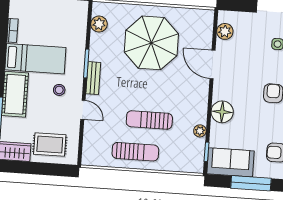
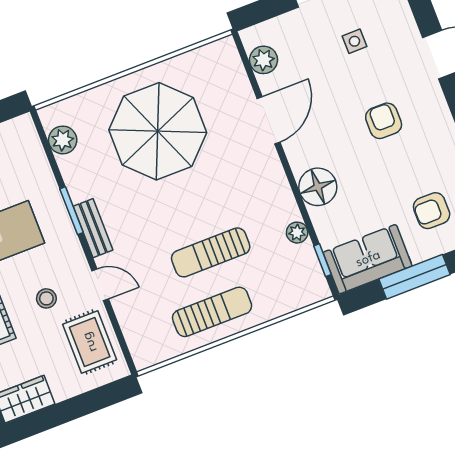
door: (213, 65) -> (268, 120), swing flipped
stool: (59, 90) -> (46, 298), moved
rug: (50, 145) -> (90, 342), moved, turned 90

